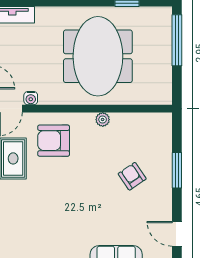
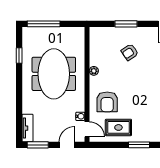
meeting table: (98, 56) -> (54, 74), turned 90

